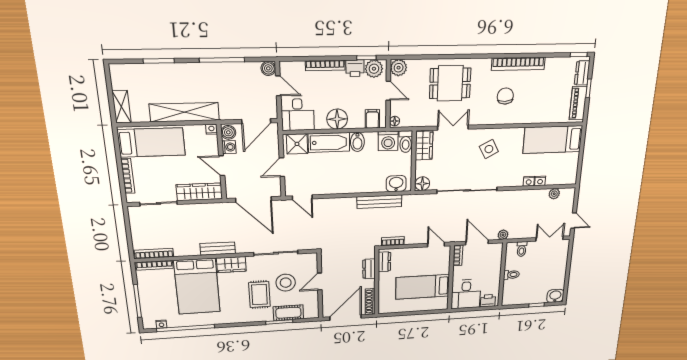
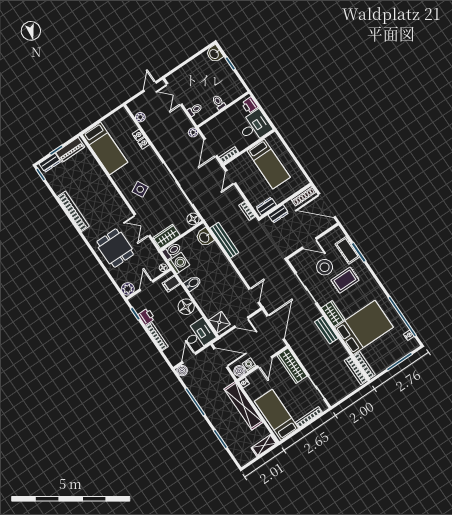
plant: (374, 69) -> (139, 304), removed
chair: (505, 96) -> (99, 204), removed
bathtub: (329, 142) -> (205, 302), removed

